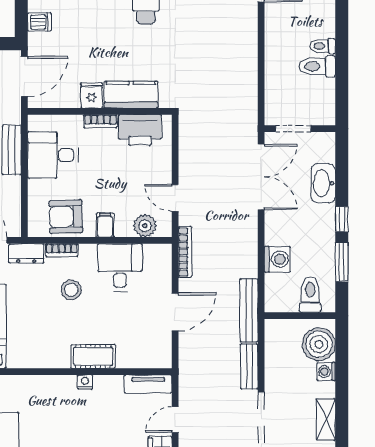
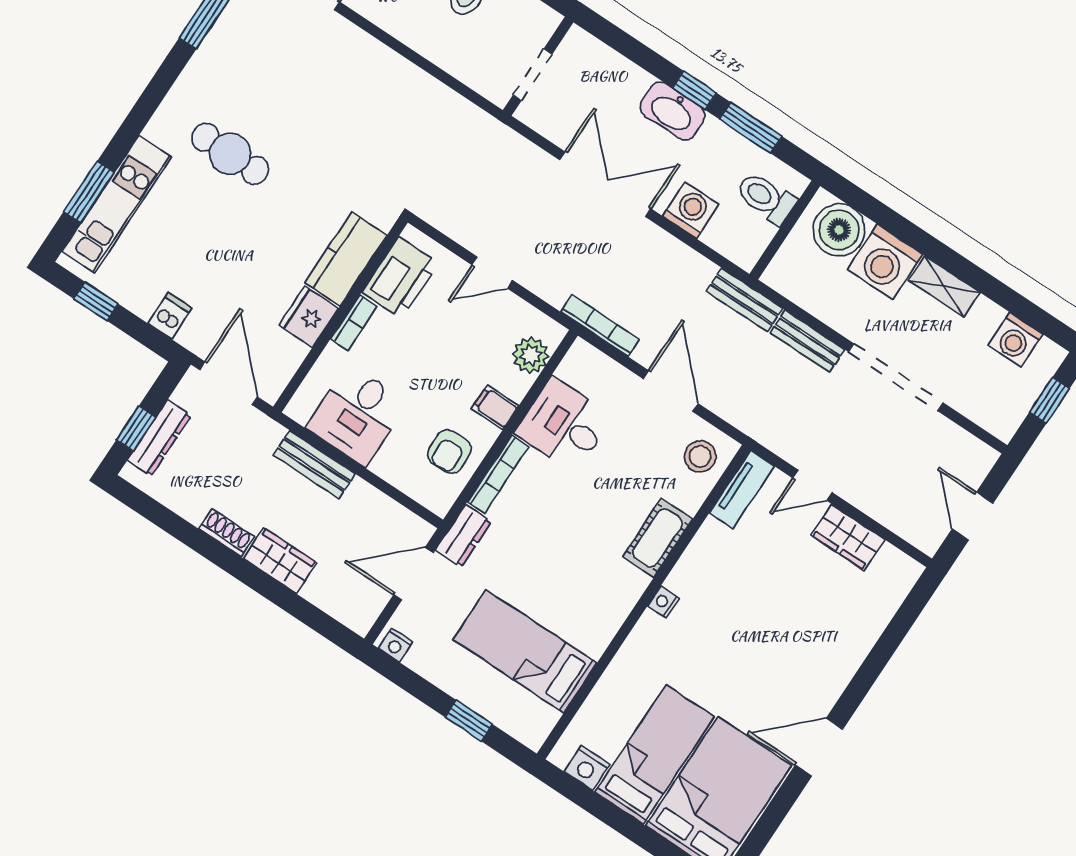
fridge: (92, 95) -> (309, 317), width x1.38
double door: (261, 177) -> (605, 184), moved
washbasin: (323, 183) -> (673, 111), moved
door: (175, 198) -> (492, 273), moved
armchair: (66, 217) -> (449, 452), width x0.72, depth x0.72
bookcase: (62, 250) -> (498, 474), width x1.56
stool: (71, 290) -> (700, 456), moved
bench: (249, 310) -> (744, 300), width x0.73
washing machine: (326, 372) -> (885, 262), width x1.89, depth x1.89
nightstand: (85, 382) -> (663, 602), moved
door: (175, 420) -> (812, 485), hinge flipped

